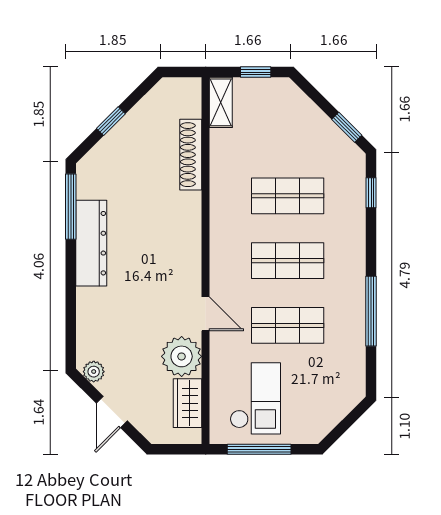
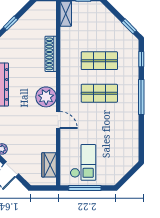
shoe rack: (191, 155) -> (51, 54), moved
window: (371, 311) -> (141, 97), moved
shop shelf: (288, 325) -> (99, 126), removed
plant: (182, 356) -> (46, 97), moved

